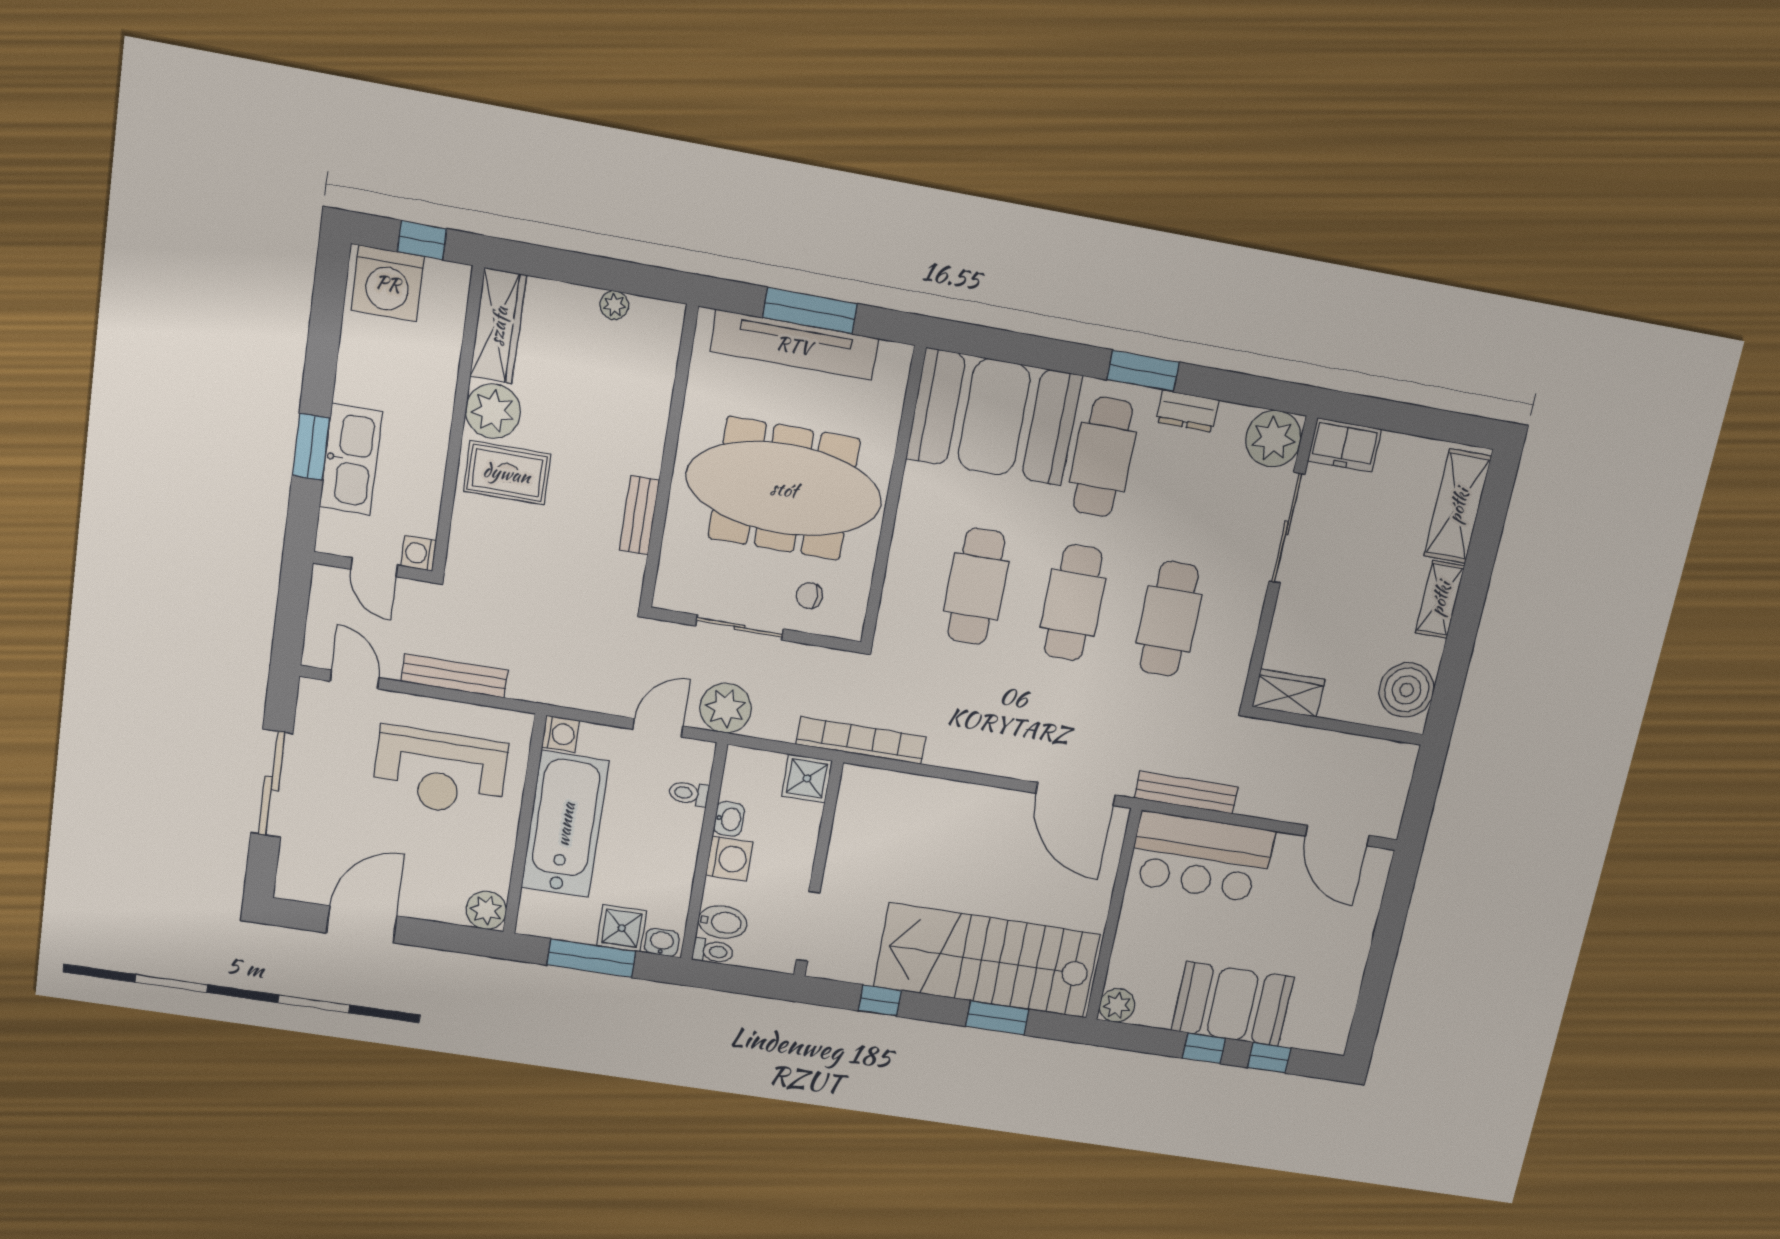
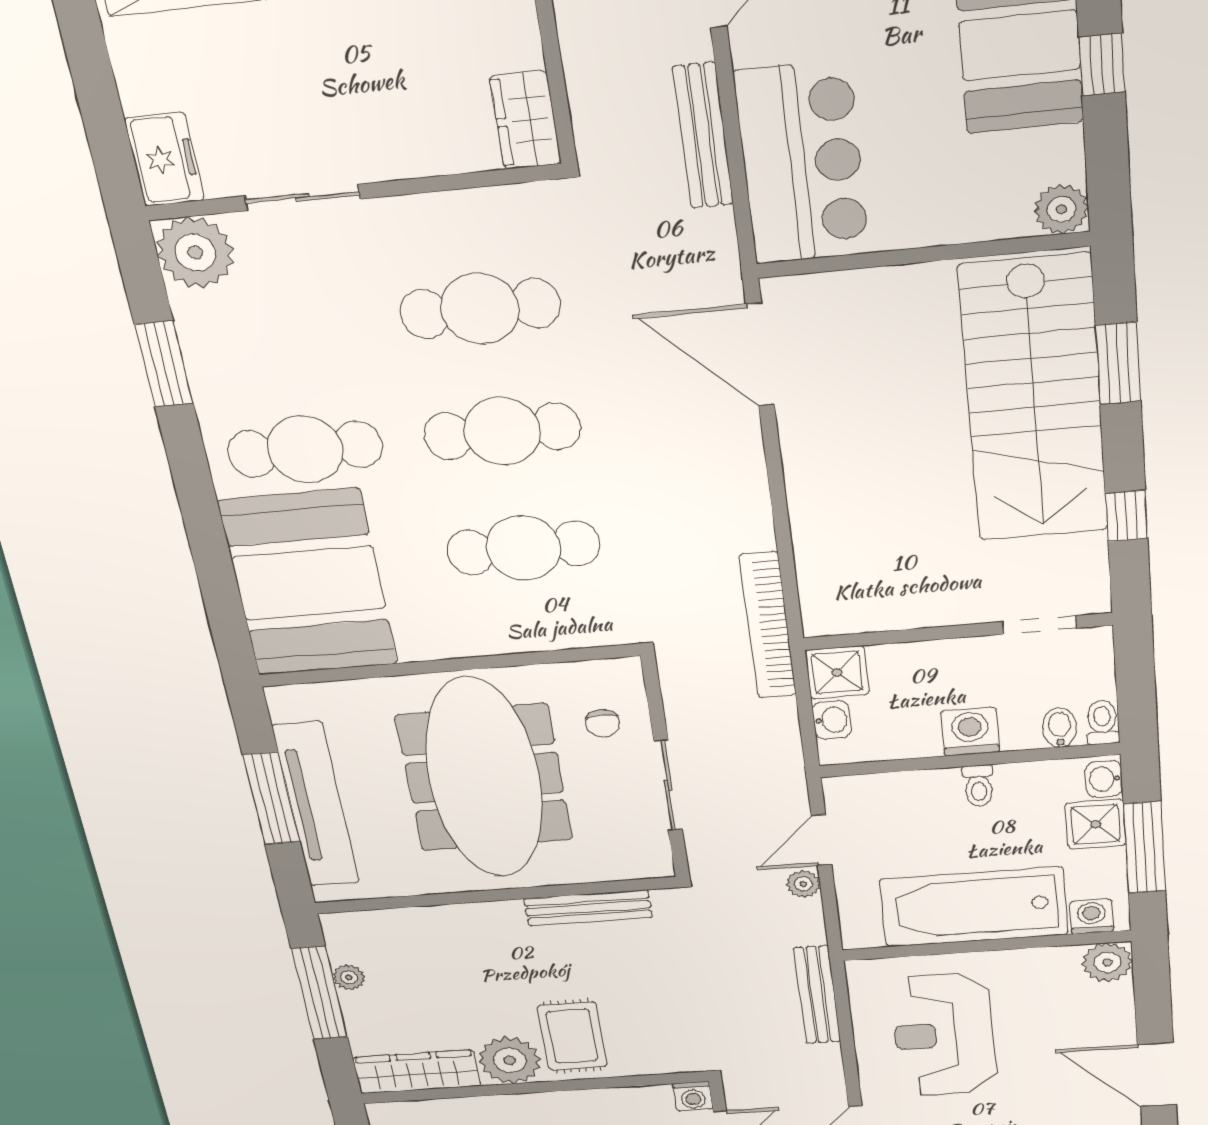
window: (604, 273) -> (319, 993), added
window: (1143, 371) -> (164, 364), moved
dresser: (1188, 411) -> (206, 368), removed
bench: (639, 515) -> (588, 908), width x1.36
sliding door: (1287, 528) -> (302, 197), width x0.73
bench: (455, 676) -> (817, 995), moved
plant: (726, 708) -> (803, 884), moved, width x0.53, depth x0.53
door: (658, 728) -> (822, 840), hinge flipped
washing machine: (561, 734) -> (1092, 916), moved
reception desk: (440, 772) -> (944, 1035), turned 180
toilet: (689, 793) -> (978, 786), moved
bench: (1186, 793) -> (703, 136), moved
door: (1076, 794) -> (760, 355), swing flipped
washbasin: (729, 819) -> (832, 720), moved, turned 90
bidet: (722, 922) -> (1060, 728), width x0.72, depth x0.74
doorway: (808, 926) -> (1040, 625), width x0.73

